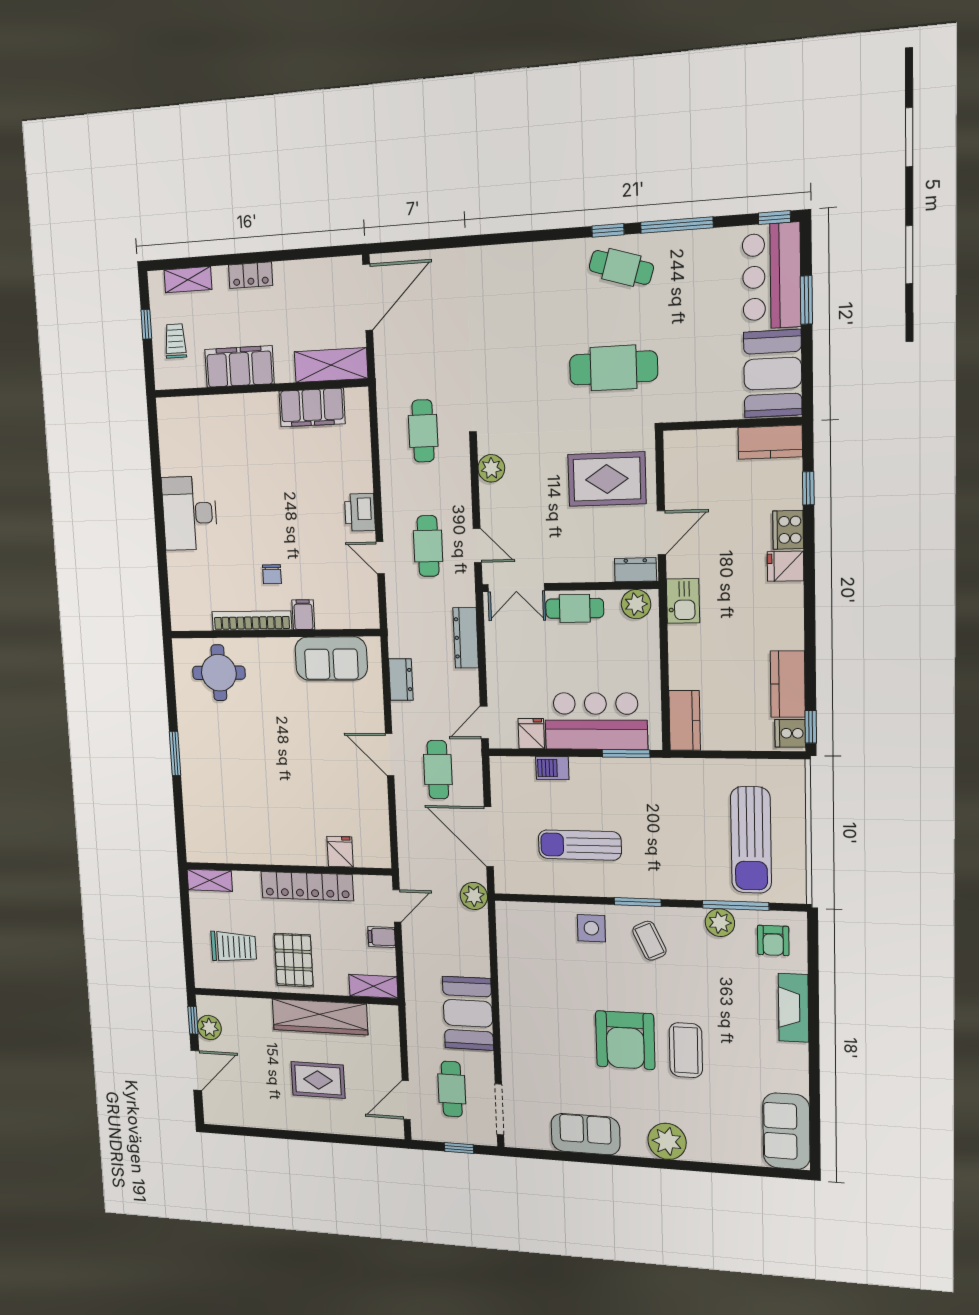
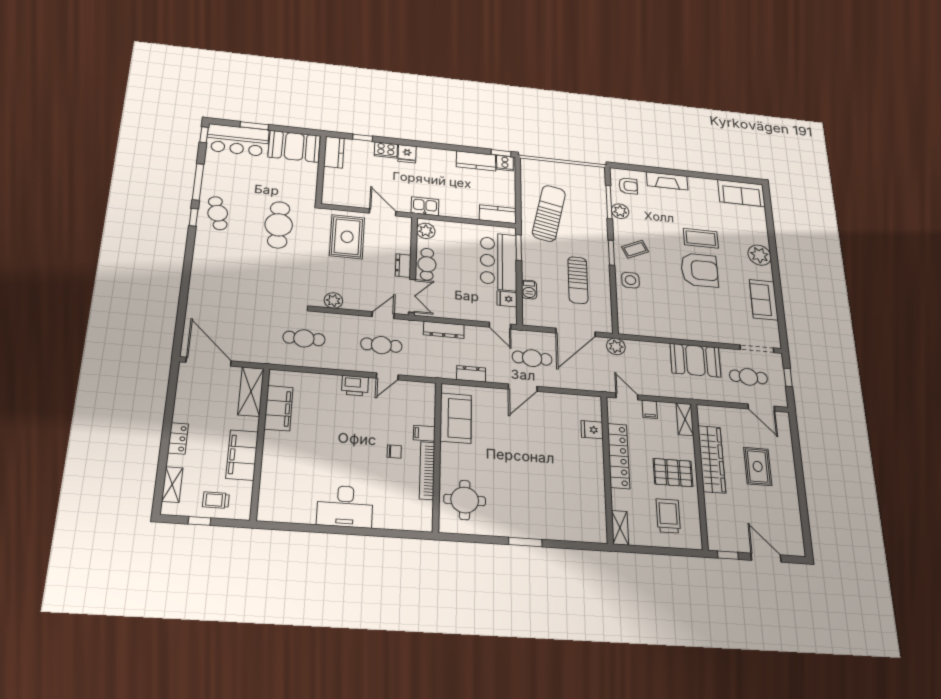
cafe table: (621, 267) -> (218, 213), turned -32
dresser: (635, 570) -> (403, 266), moved
sun lounger: (751, 840) -> (549, 213), moved, turned -78
plant: (209, 1028) -> (732, 543), removed

